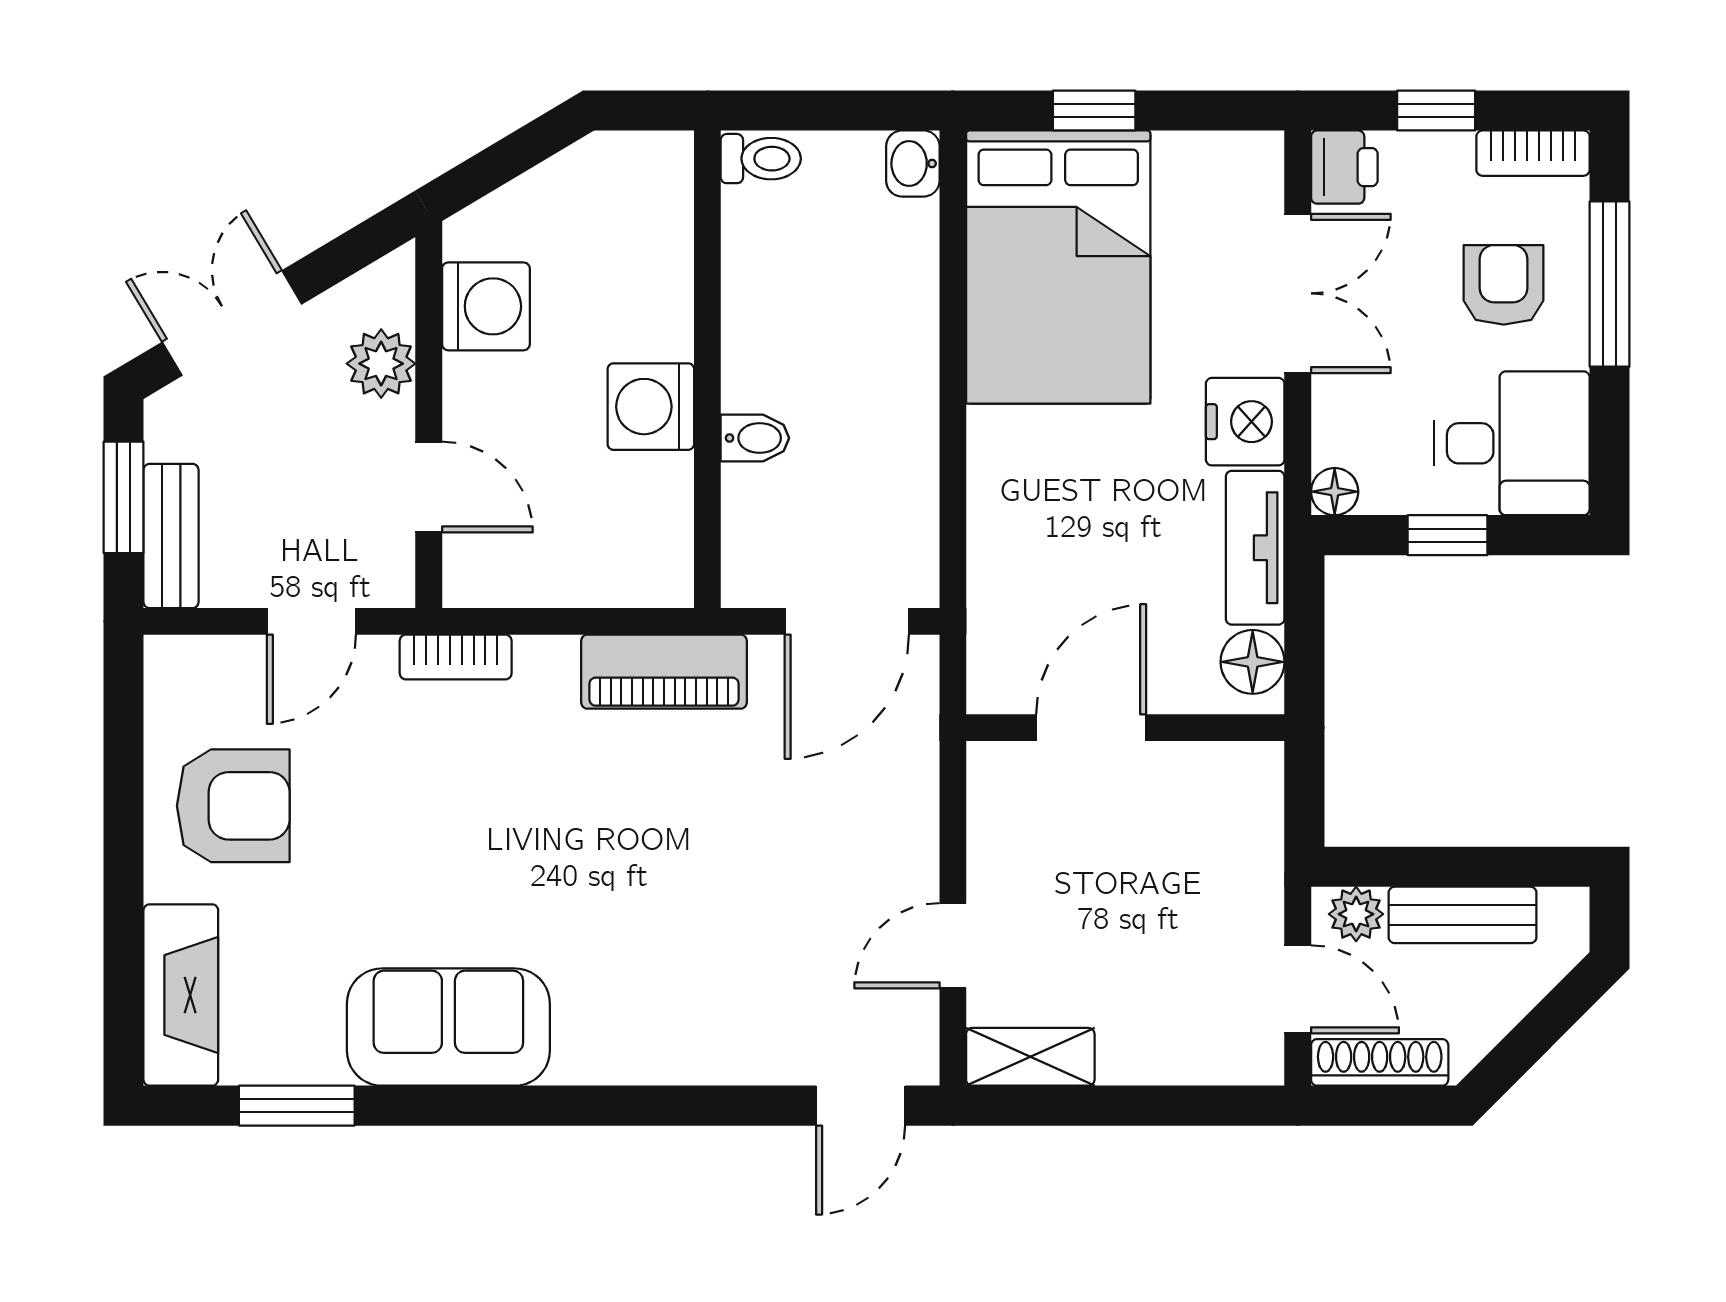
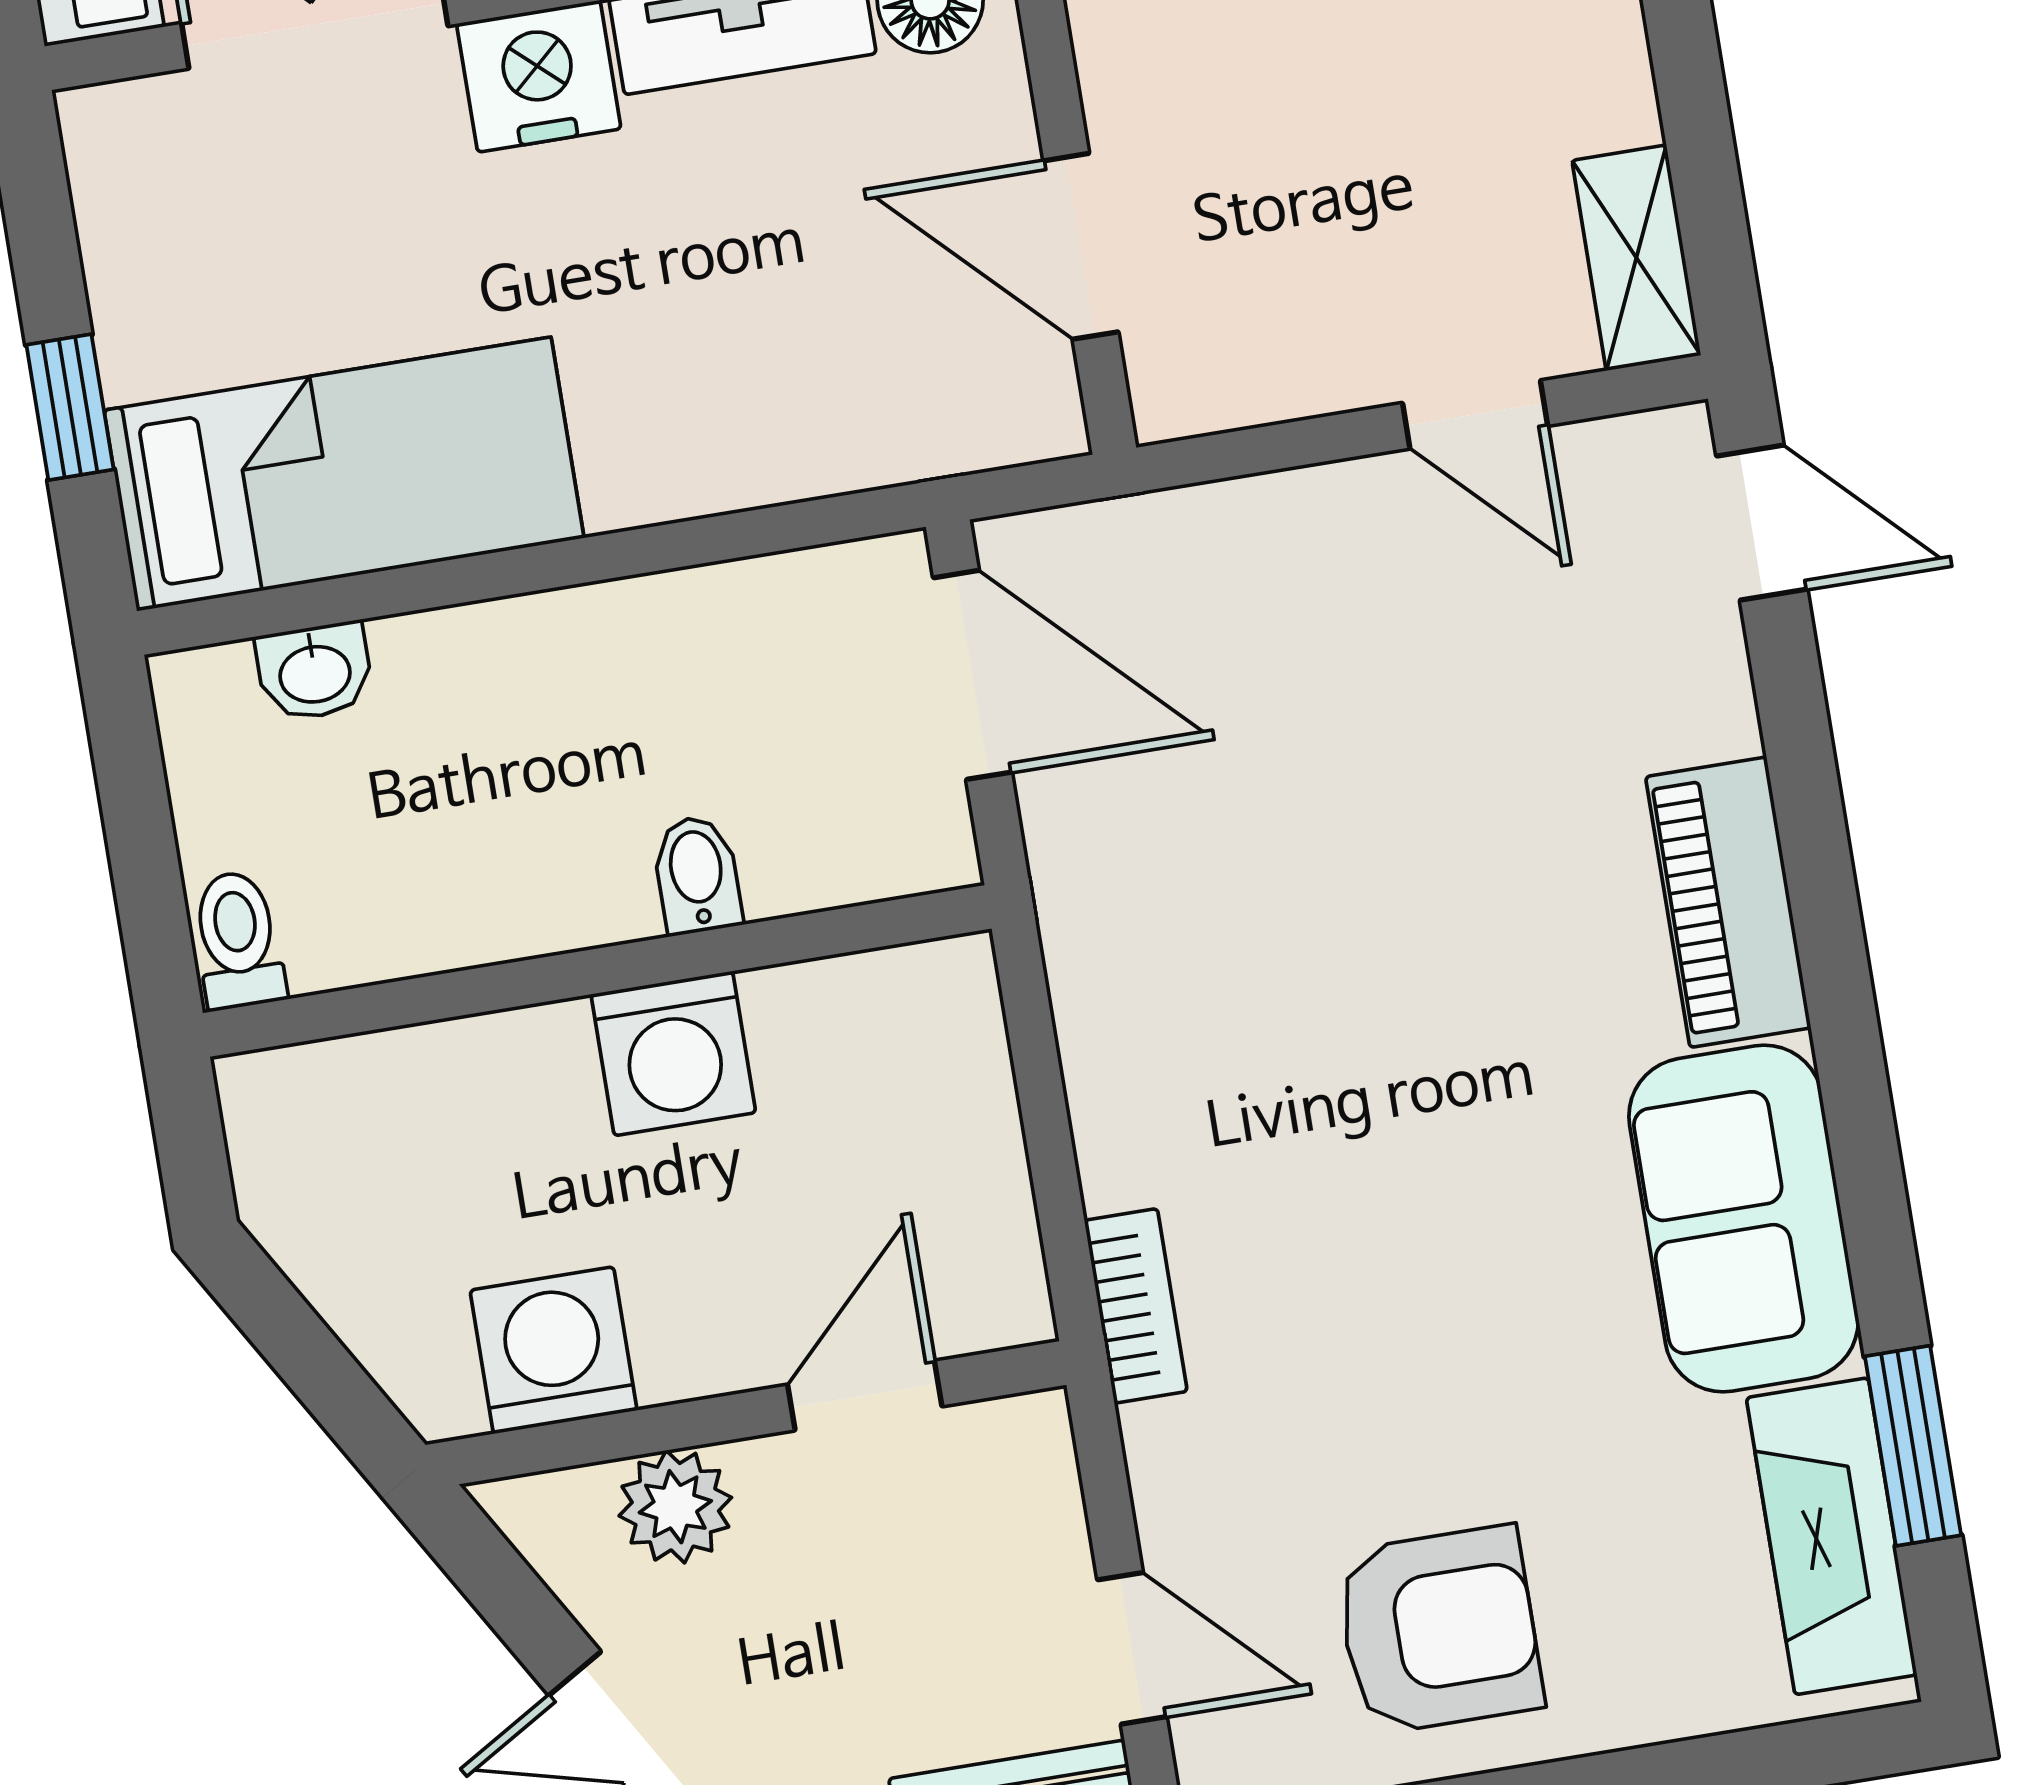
washbasin: (913, 164) -> (315, 672), moved
bed: (1058, 267) -> (344, 474), width x0.67
door: (311, 621) -> (1132, 1648), moved
piano: (664, 672) -> (1728, 902), moved, turned 180
armchair: (233, 806) -> (1439, 1630), turned 90
fireplace: (181, 995) -> (1832, 1536), moved, turned -90

